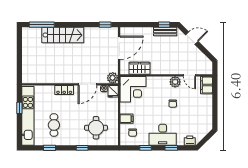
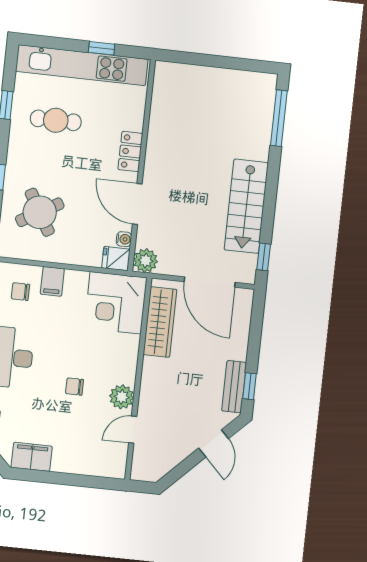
stairs: (63, 35) -> (246, 206), moved
wardrobe: (139, 68) -> (160, 322), width x1.50
filing cabinet: (206, 85) -> (32, 457), moved
round table: (96, 128) -> (40, 212), turned -30

